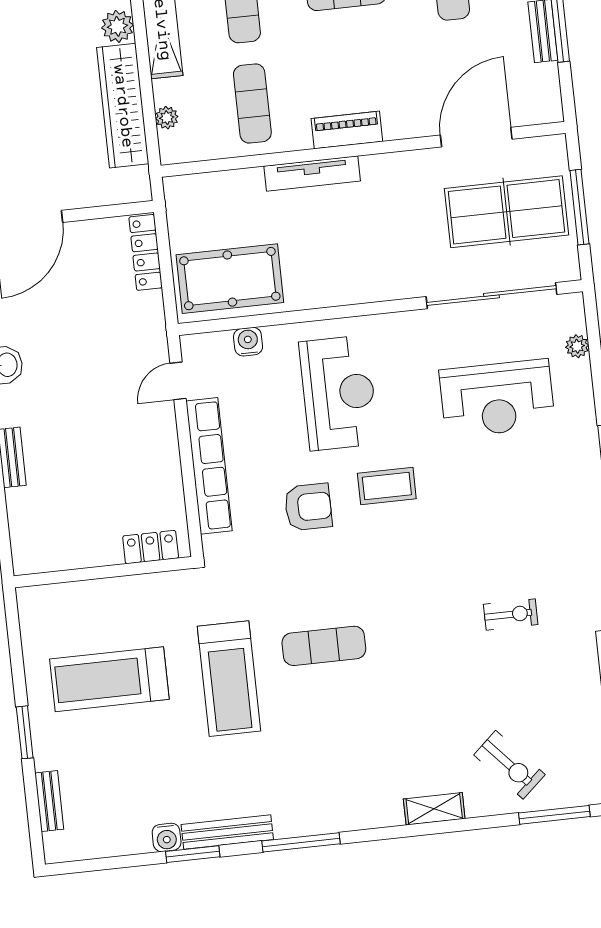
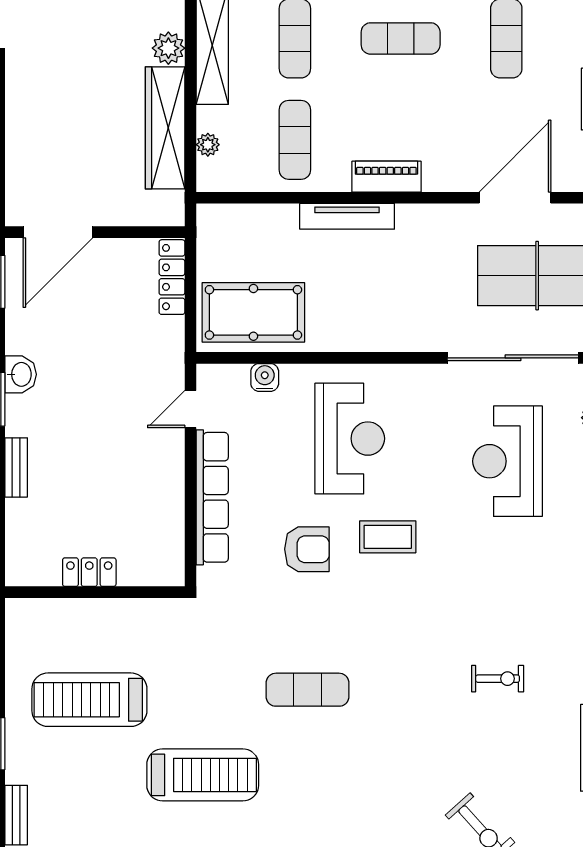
reception desk: (497, 398) -> (508, 461), turned 90
locker: (151, 547) -> (89, 572), moved
treadmill: (229, 679) -> (203, 775), moved, turned -90

